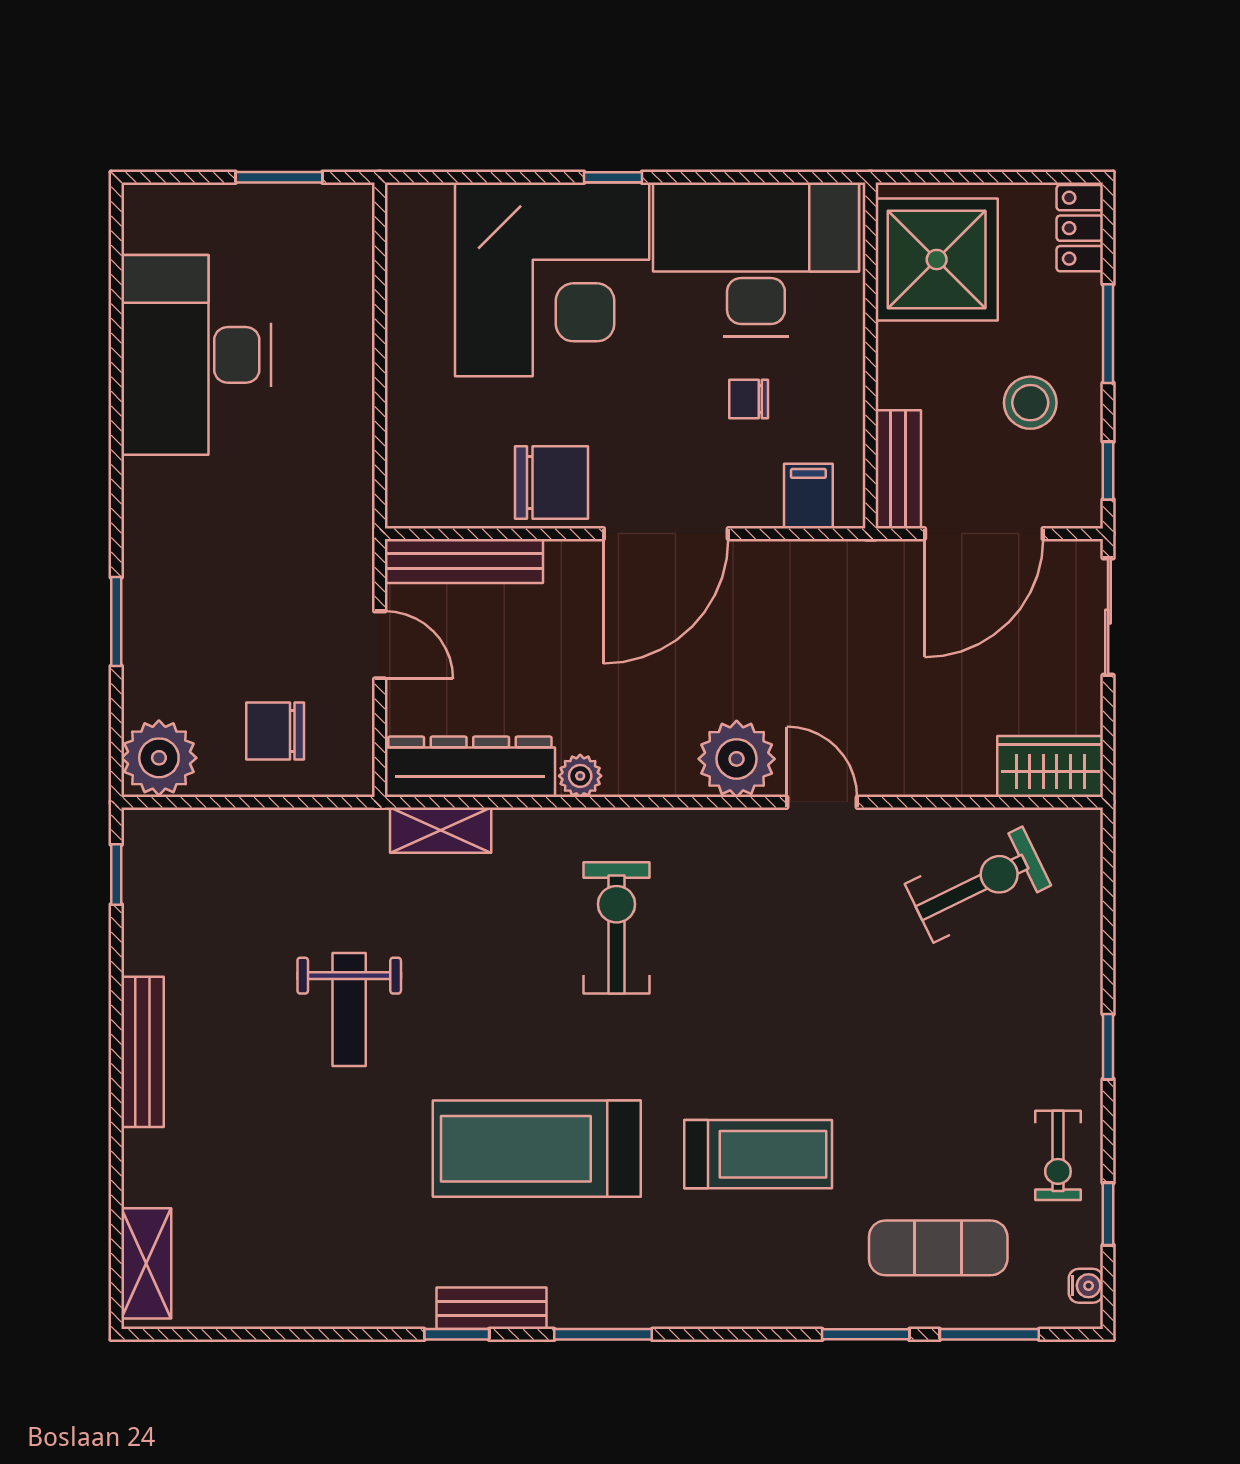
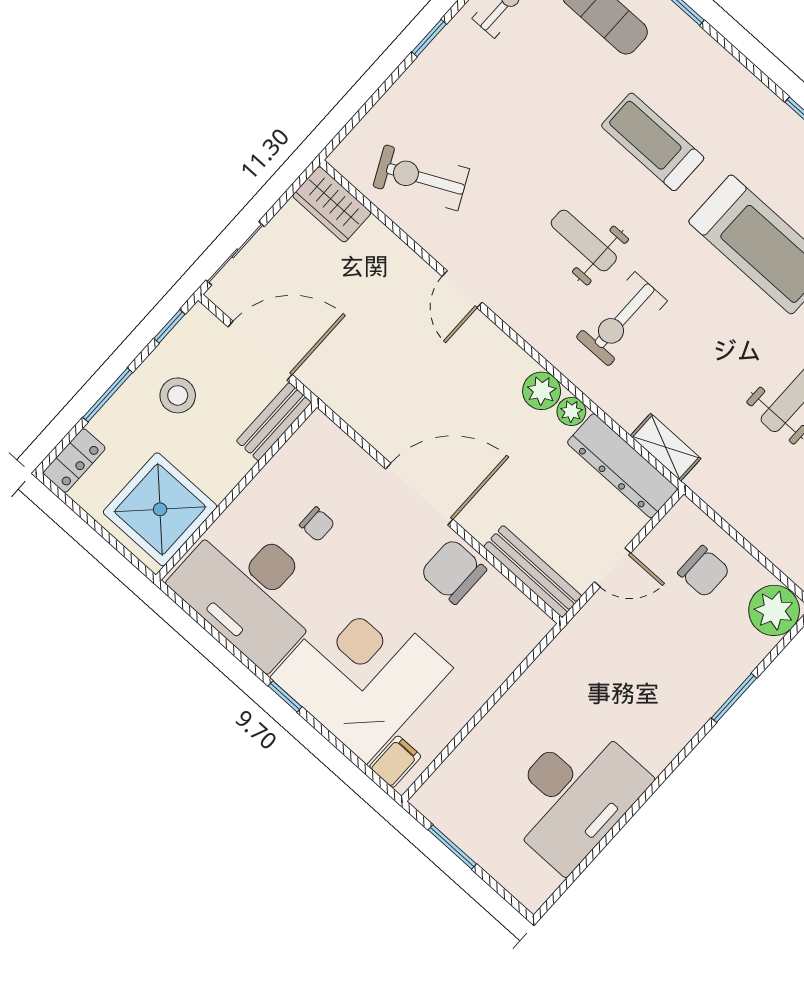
filing cabinet: (808, 496) -> (395, 762), moved, turned 180
door: (380, 645) -> (613, 567), swing flipped
plant: (737, 759) -> (542, 391), moved, width x0.73, depth x0.73
weight bench: (736, 977) -> (584, 241), added

